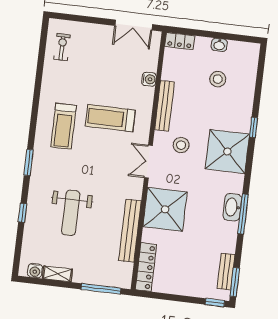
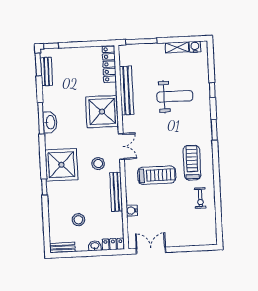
washbasin: (219, 45) -> (95, 246), moved
exercise bike: (62, 47) -> (200, 198), moved
bench: (244, 48) -> (62, 248), added
weight bench: (71, 213) -> (175, 96), turned 90

